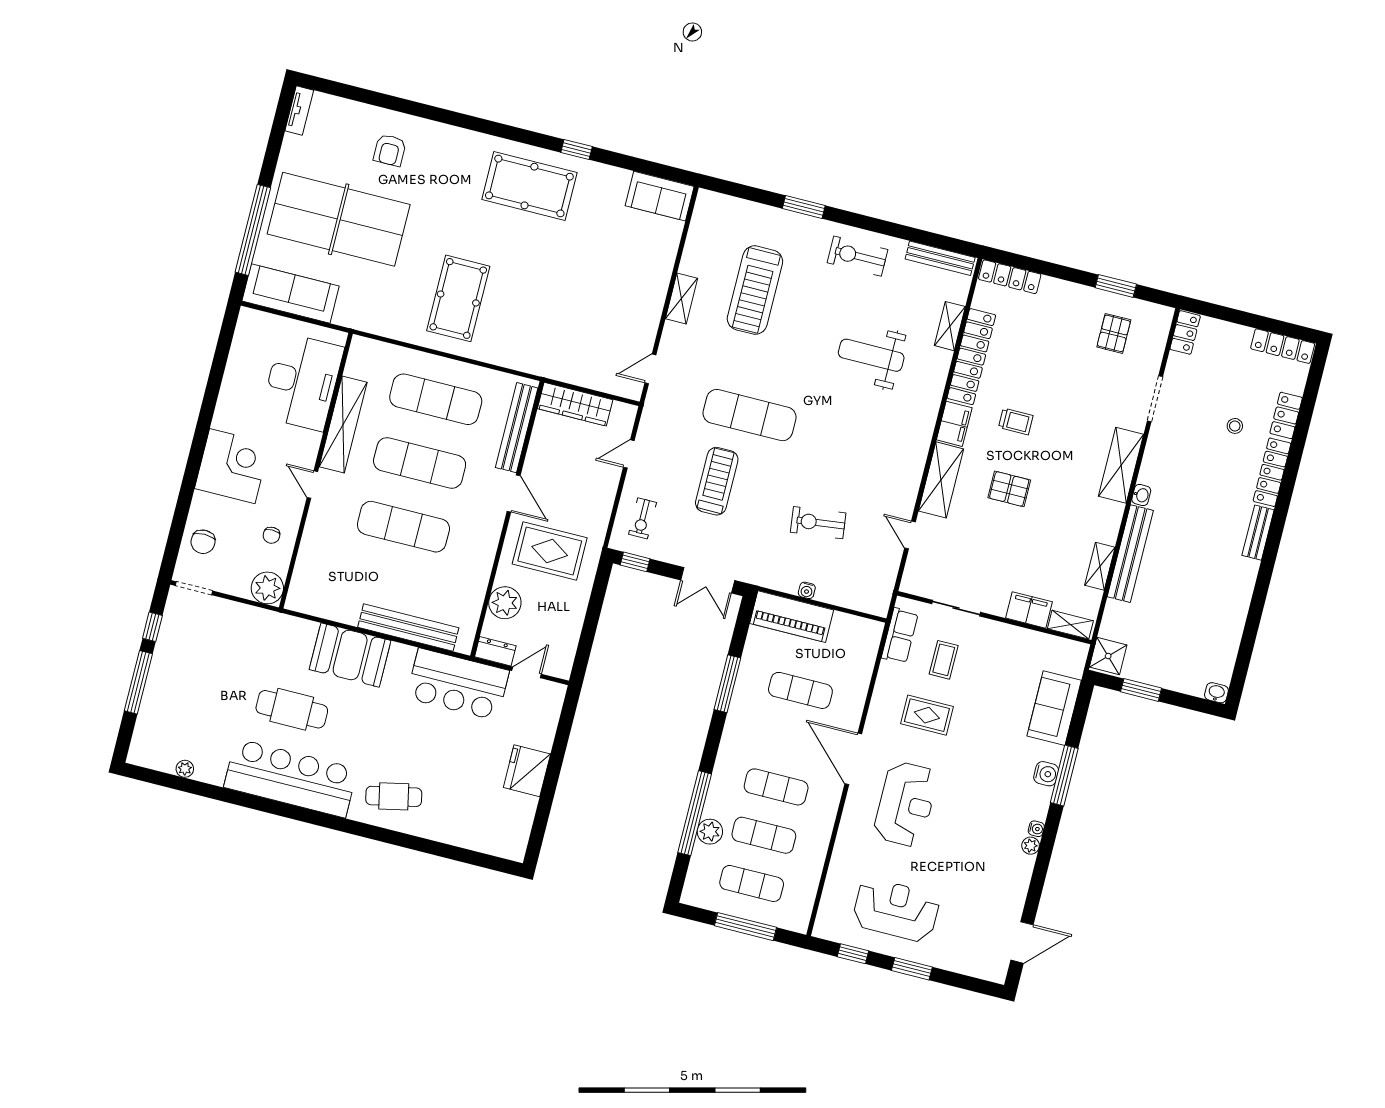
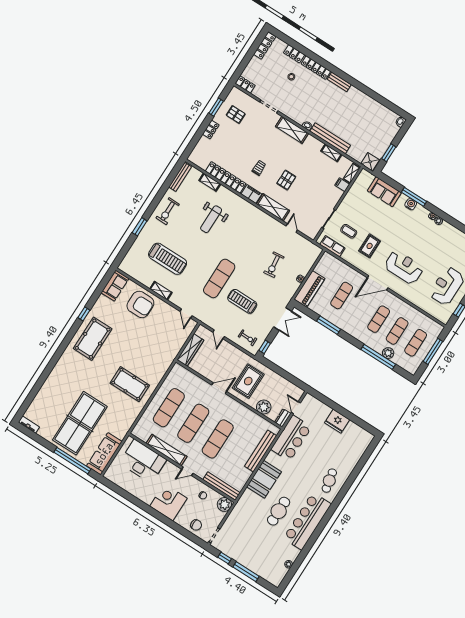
armchair: (390, 150) -> (140, 304), moved, width x1.88, depth x1.88
locker: (1010, 277) -> (211, 129), moved, width x0.66
bench: (517, 428) -> (222, 486), moved
door: (910, 535) -> (292, 228), swing flipped
filing cabinet: (1029, 610) -> (342, 185), width x0.50

